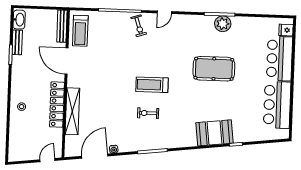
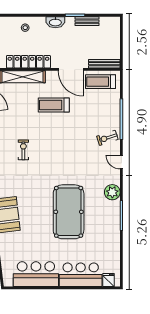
washbasin: (19, 20) -> (55, 22), moved
plant: (223, 24) -> (112, 192), moved
door: (66, 61) -> (71, 69), swing flipped
pool table: (214, 69) -> (69, 212), width x1.36, depth x1.32
treadmill: (152, 85) -> (54, 105), moved, turned -90

